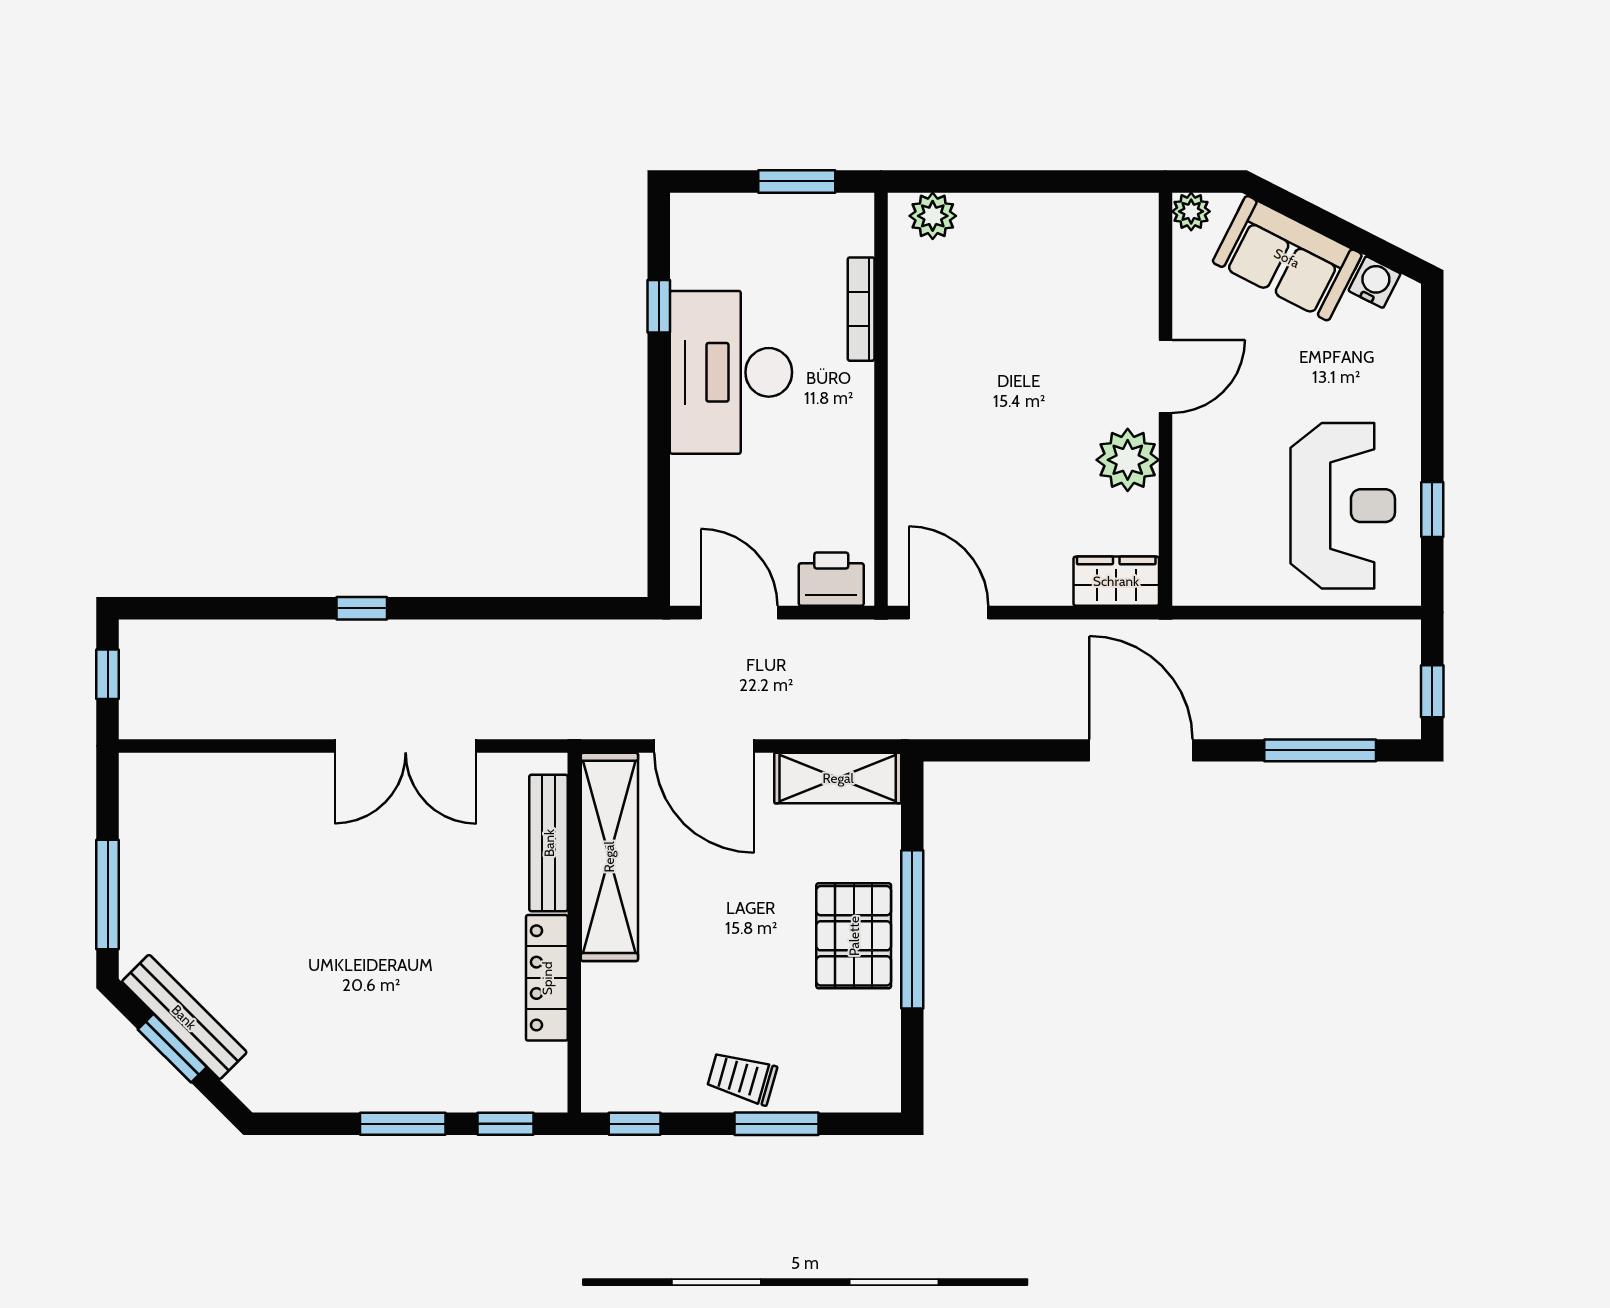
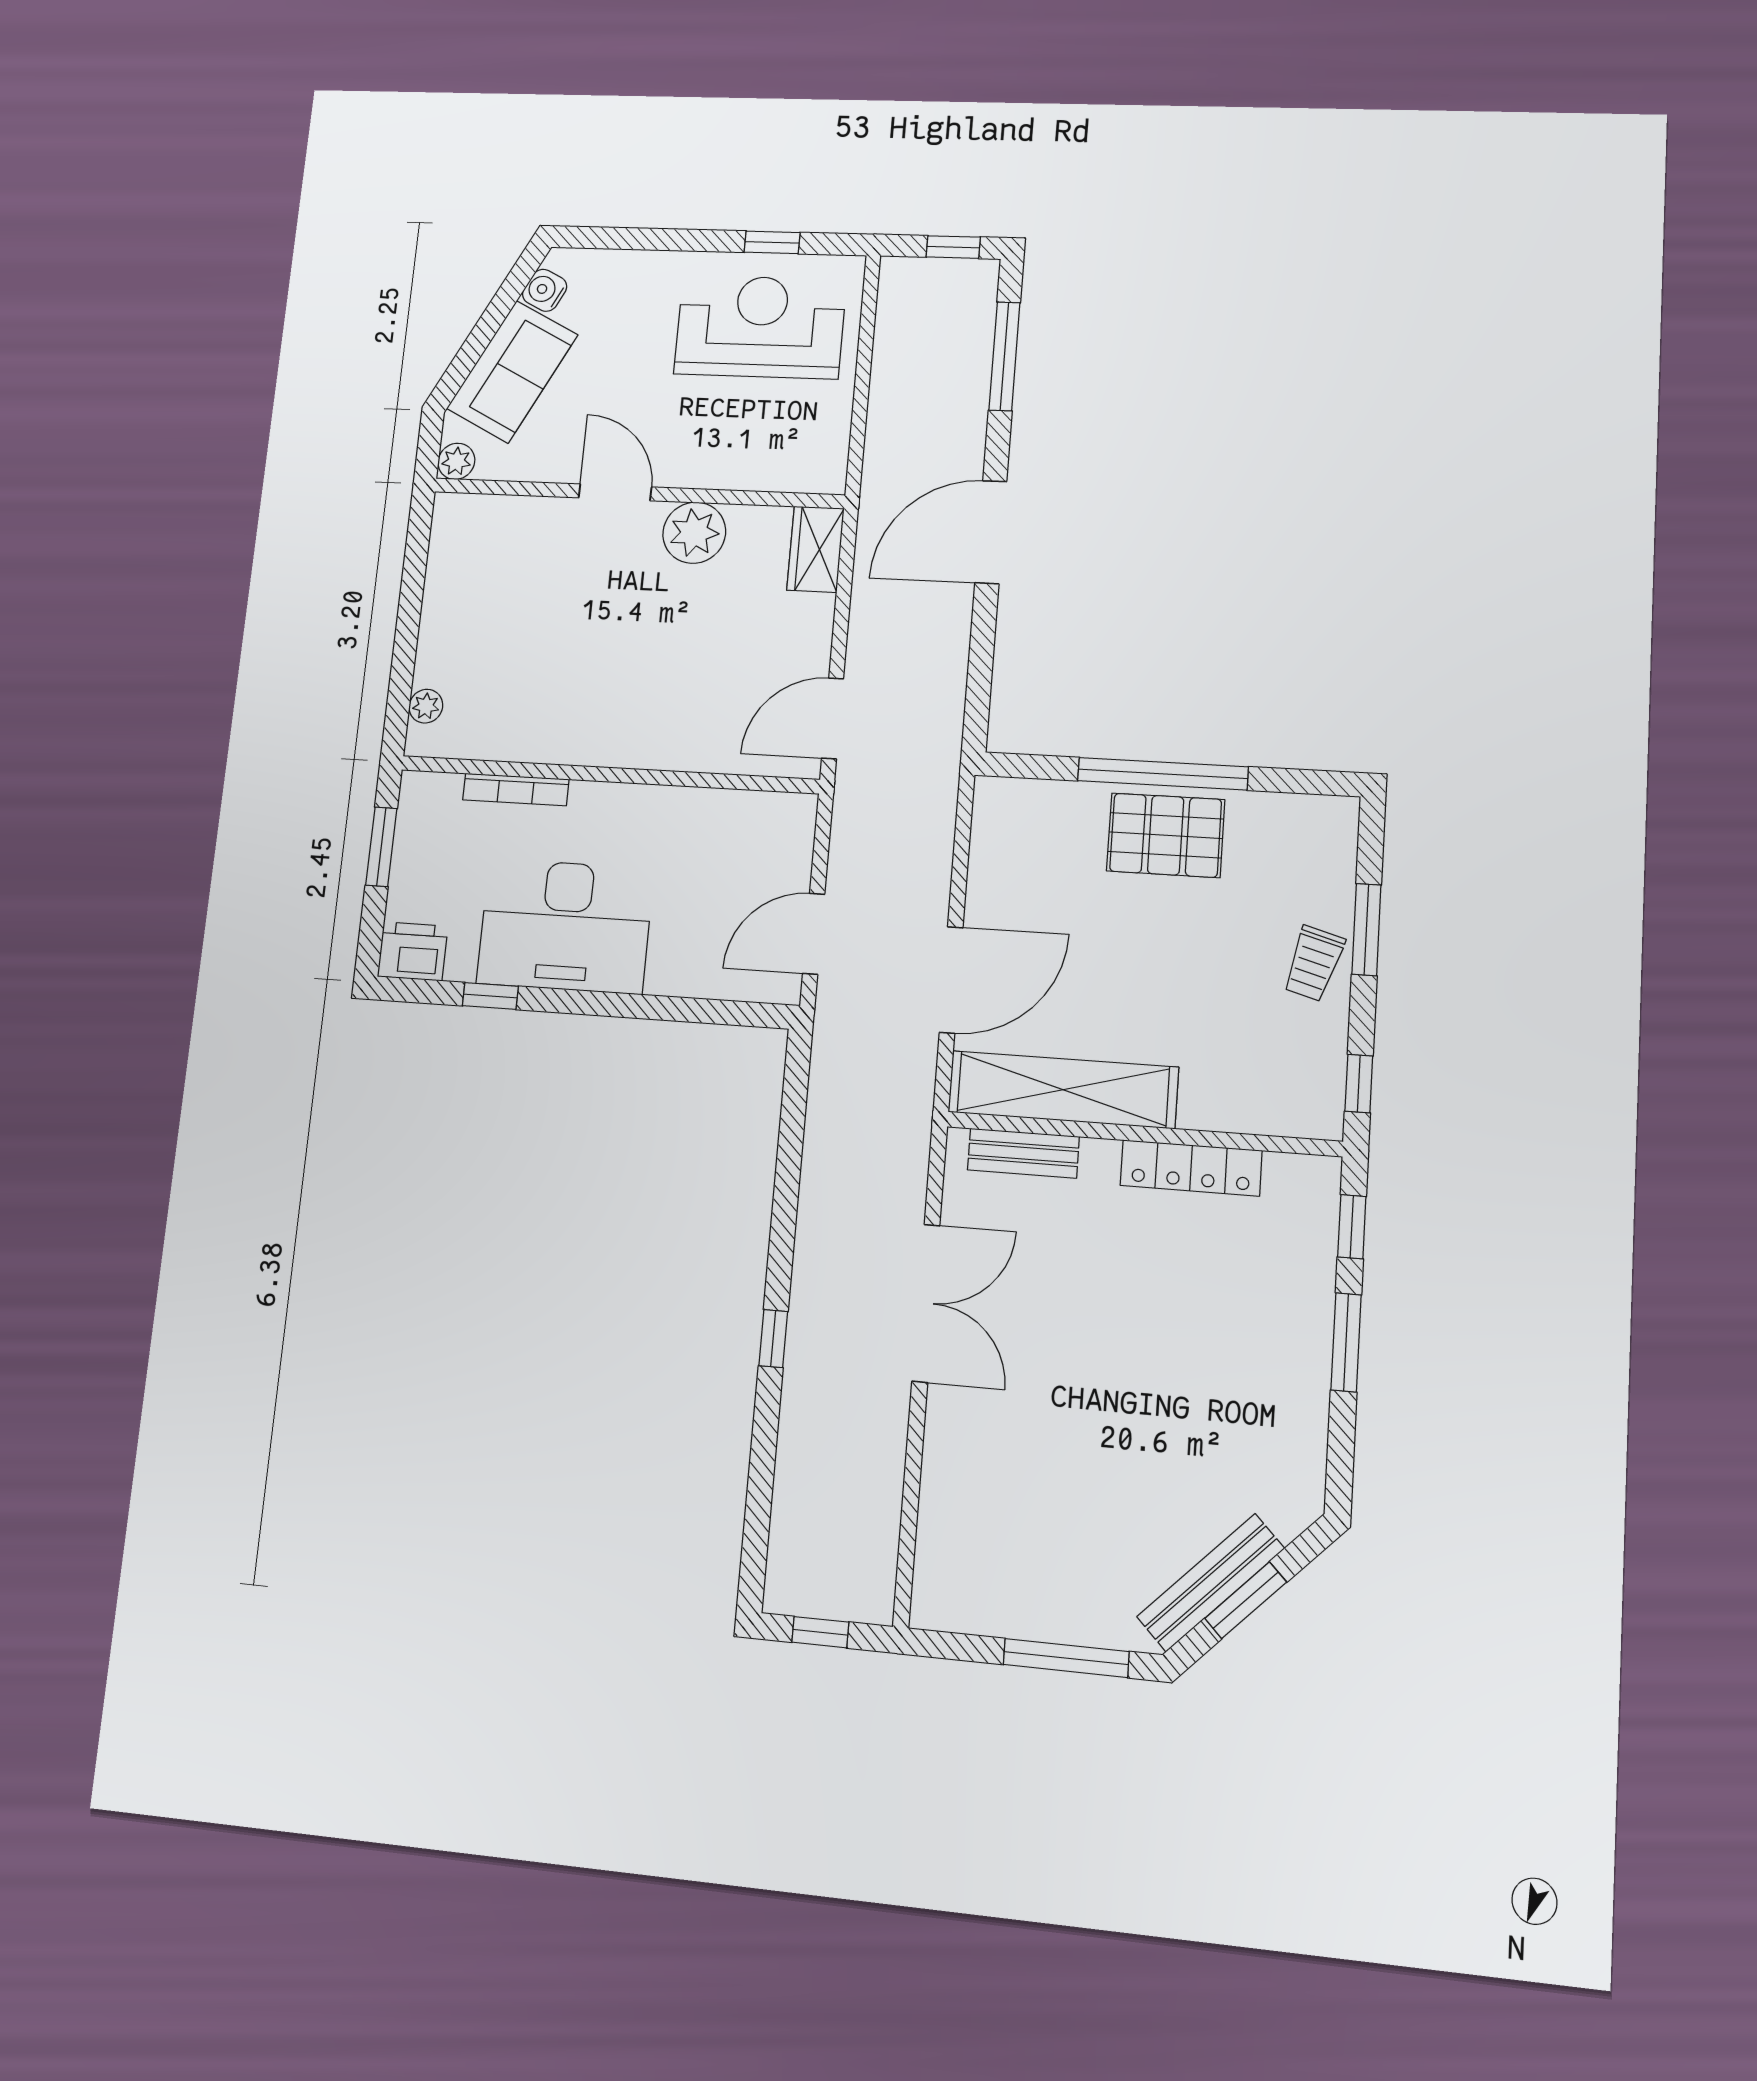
plant: (933, 216) -> (426, 706), width x0.73, depth x0.73
printer: (831, 579) -> (413, 951), moved, turned 90
shelving: (838, 778) -> (996, 842), removed
bench: (549, 843) -> (1023, 1153), width x0.73

